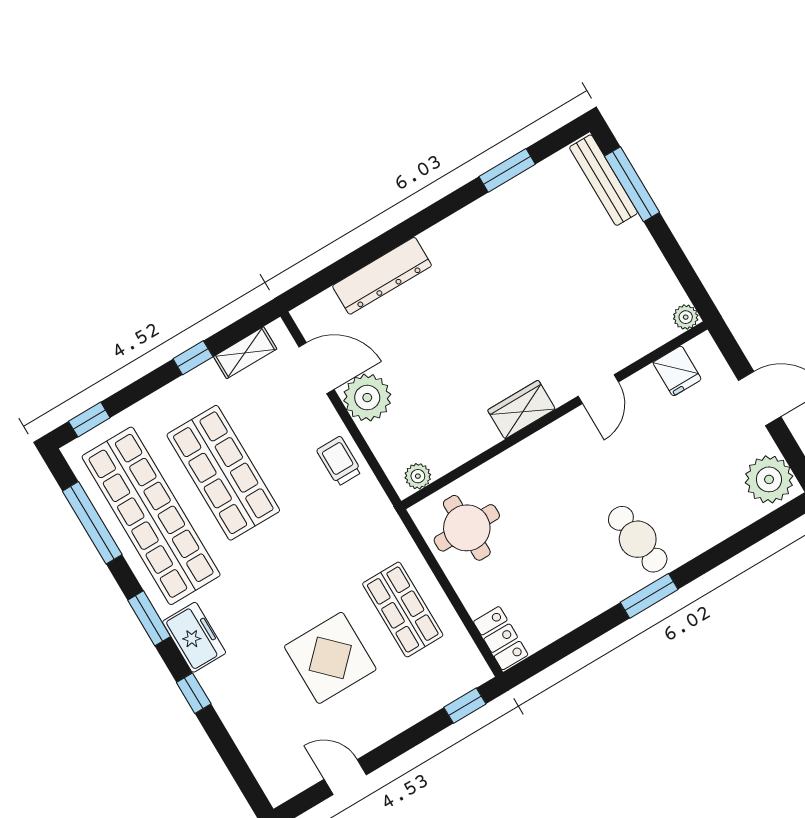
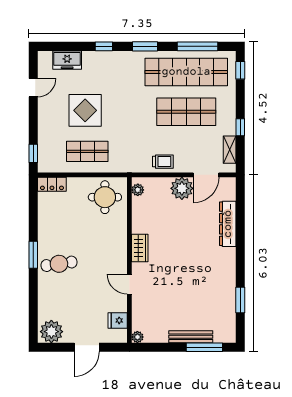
bench: (604, 180) -> (191, 337), moved
freezer: (194, 637) -> (67, 60), moved

